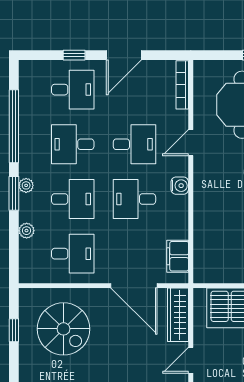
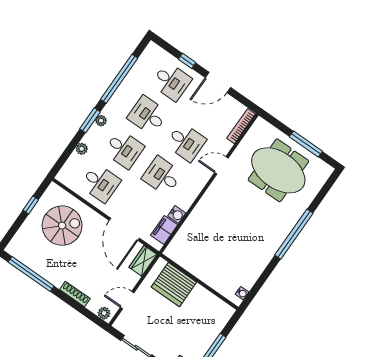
water cooler: (180, 186) -> (177, 215), moved
wardrobe: (178, 315) -> (143, 261), width x0.67
spiral stairs: (64, 329) -> (62, 226), turned -90

